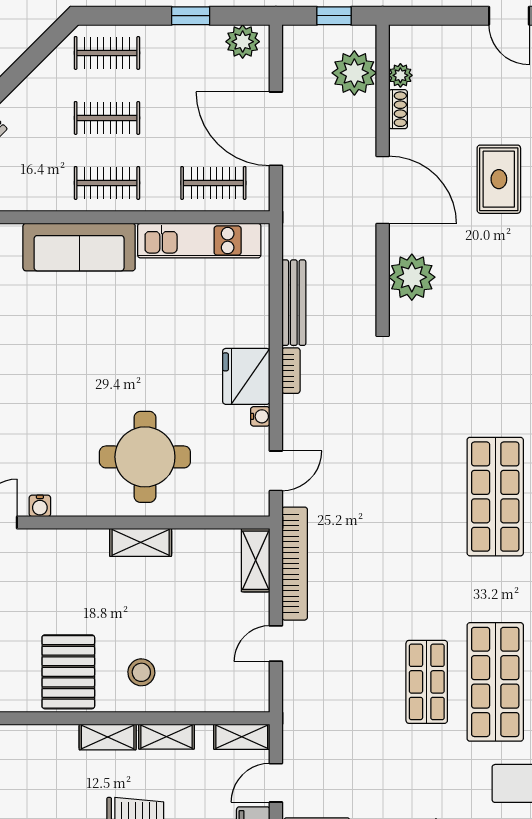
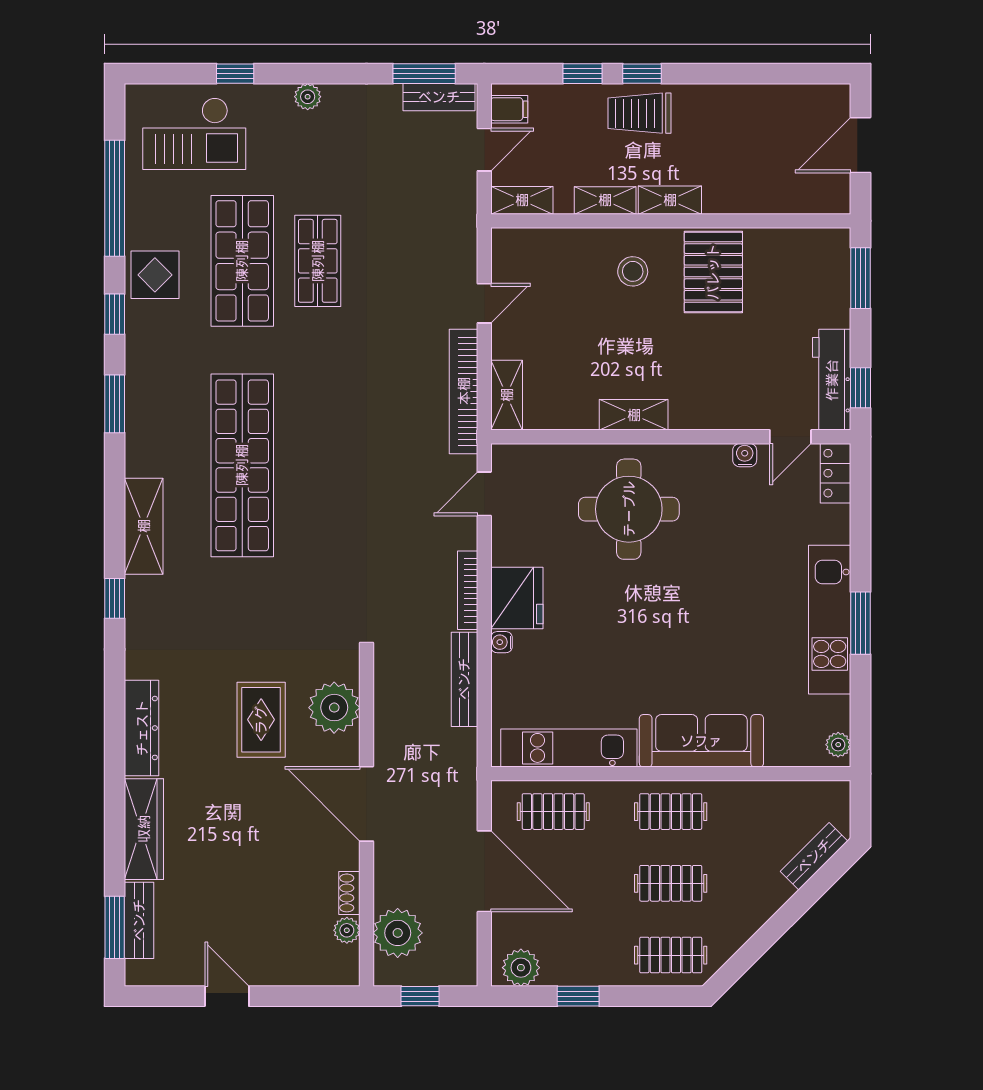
rug: (499, 179) -> (261, 720), moved
bookcase: (291, 371) -> (468, 590), width x1.56
water cooler: (260, 416) -> (501, 642), moved
shop shelf: (495, 497) -> (242, 465), width x1.40

